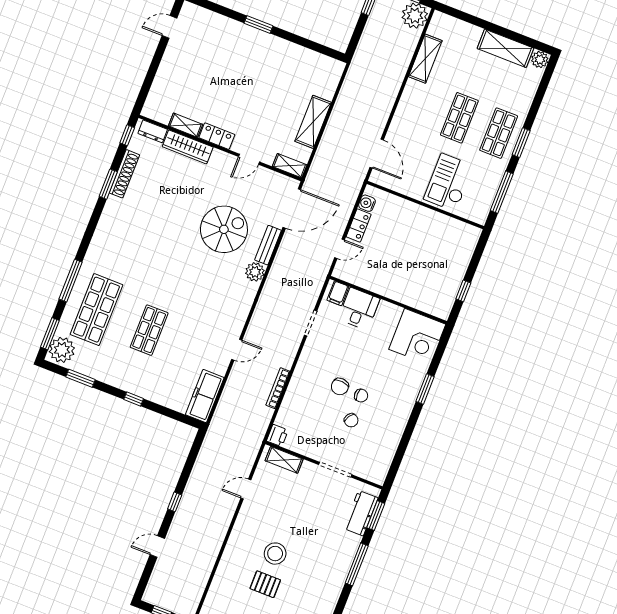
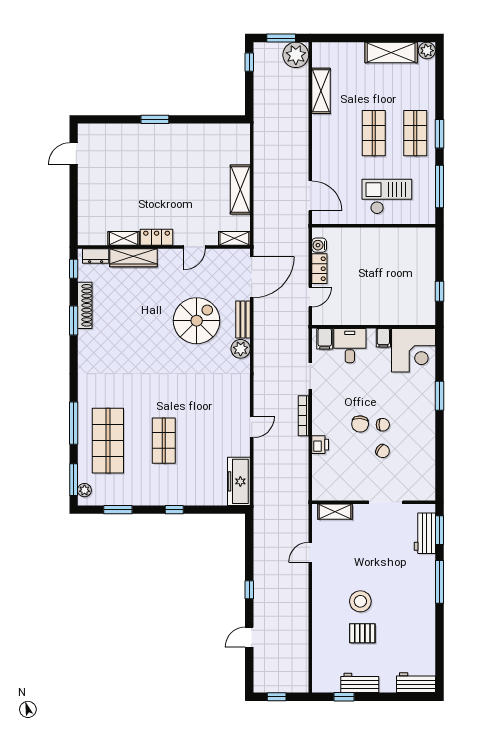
checkout: (449, 182) -> (387, 197), turned 90
filing cabinet: (393, 314) -> (383, 338), added
plant: (62, 350) -> (84, 490), width x0.53, depth x0.53
bookcase: (278, 388) -> (303, 416), moved
printer: (277, 436) -> (320, 445), moved

